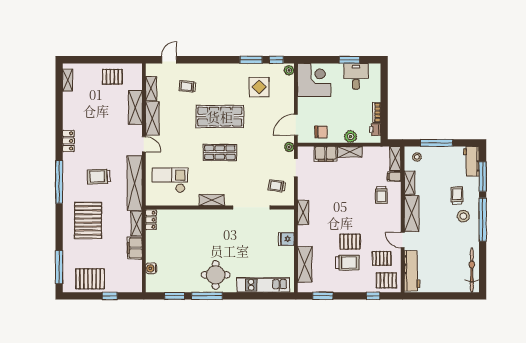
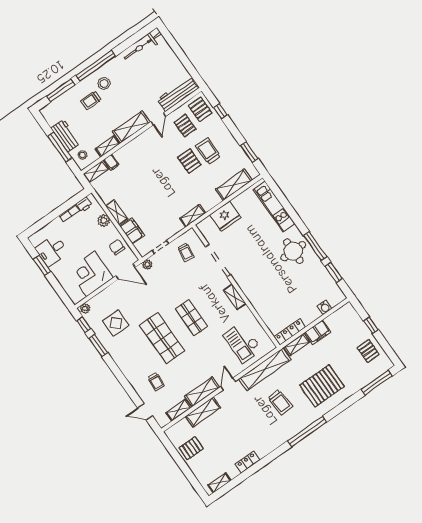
pallet: (112, 77) -> (191, 448), turned 90
corner desk: (314, 80) -> (91, 274), moved
locker: (68, 141) -> (248, 462), moved
workbench: (471, 161) -> (66, 136), moved, turned -90
trolley: (381, 195) -> (134, 162), removed
locker: (151, 220) -> (290, 332), width x1.53
fridge: (286, 239) -> (225, 216), width x1.88, depth x1.34
pallet: (90, 279) -> (368, 351), width x0.67, depth x0.71

